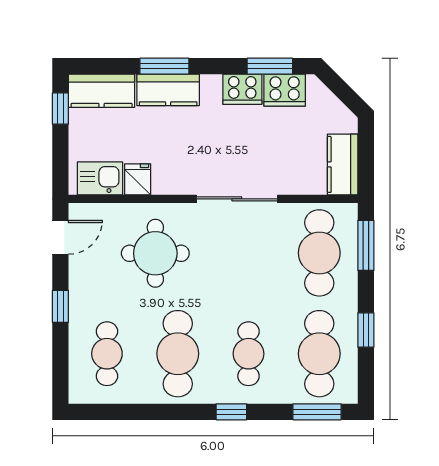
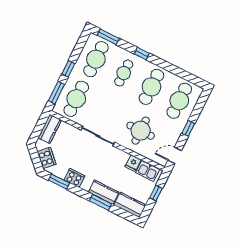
cooker: (285, 90) -> (47, 158), moved, turned 45
window: (60, 108) -> (156, 193), moved
window: (366, 330) -> (68, 69), moved
cafe table: (107, 354) -> (179, 101), width x1.37, depth x1.35

